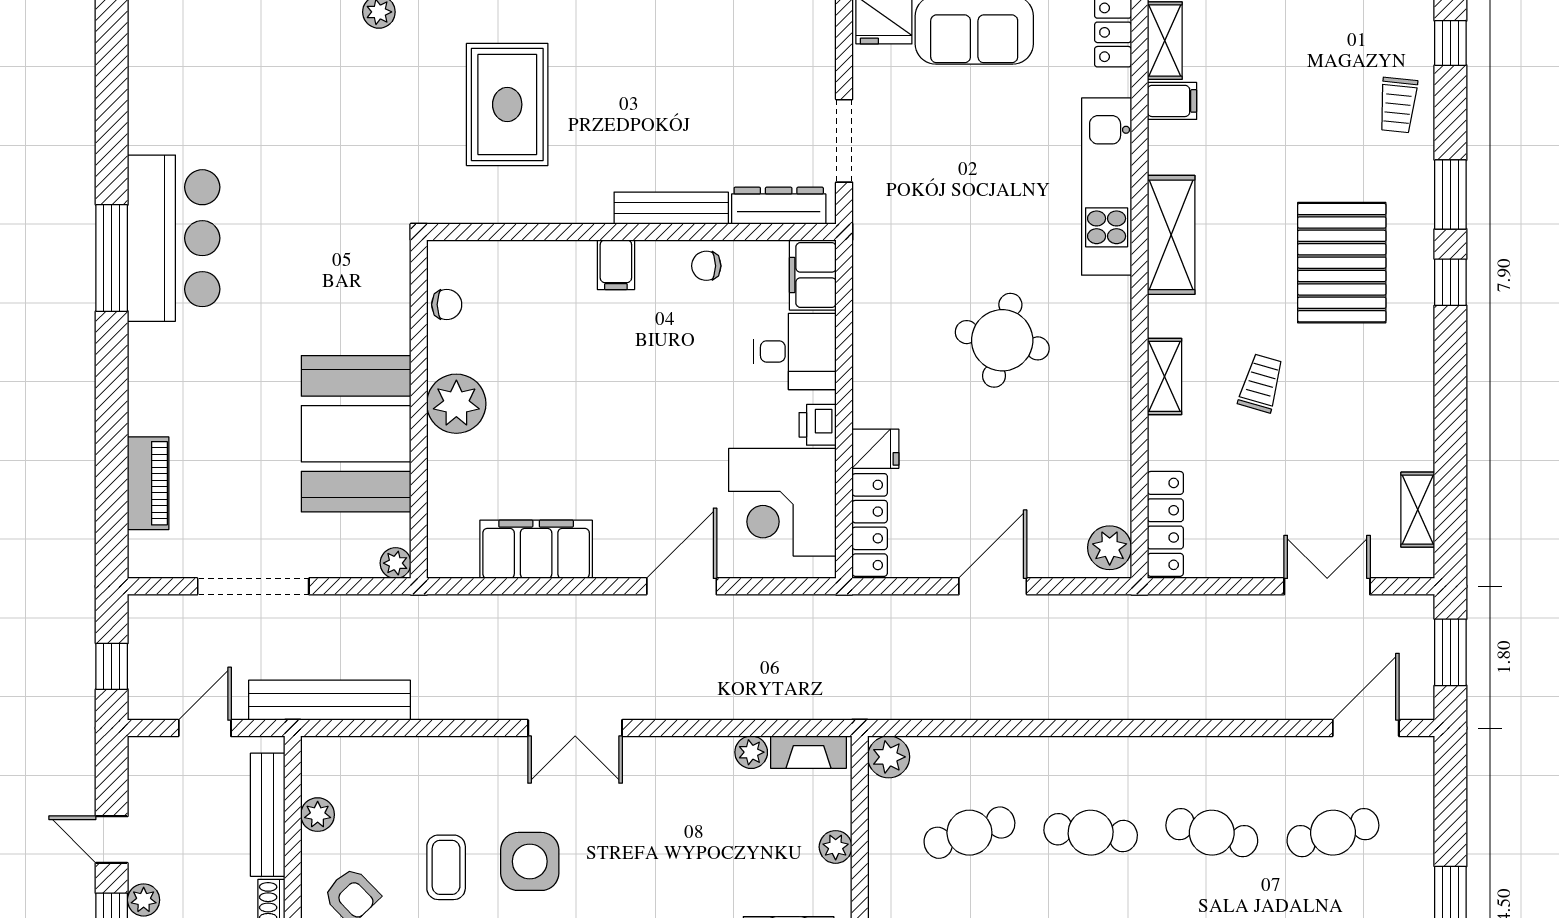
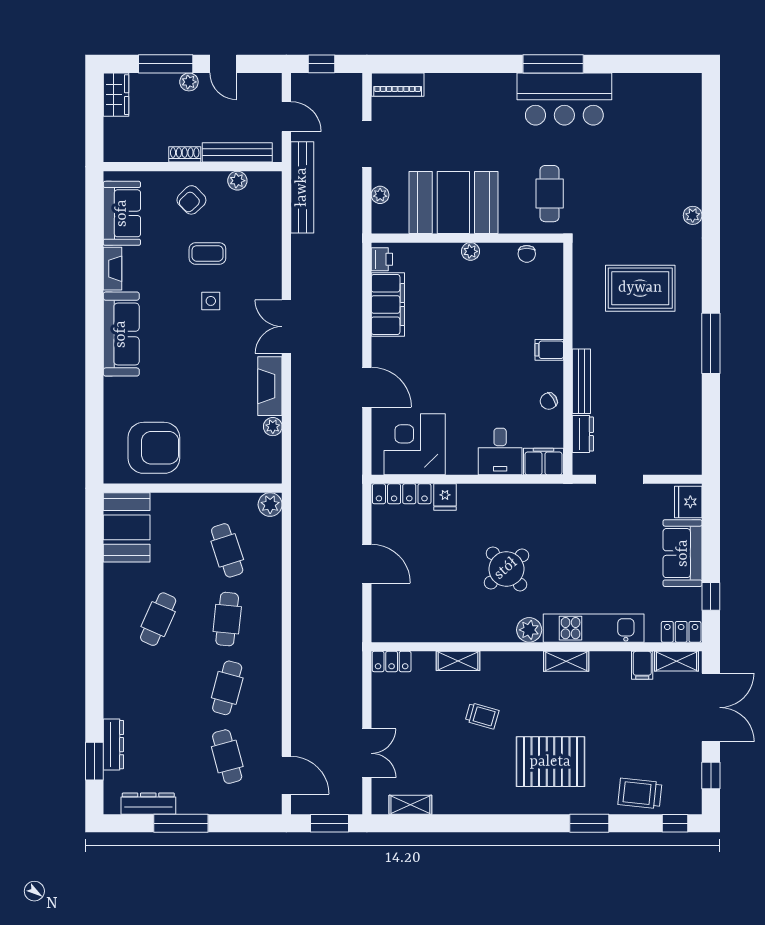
trolley: (1398, 105) -> (640, 793), width x1.36, depth x1.39
dresser: (779, 206) -> (583, 434), width x0.70
shelving: (1171, 235) -> (566, 661), width x0.67, depth x0.75
cafe table: (340, 264) -> (550, 194), added
chair: (706, 266) -> (549, 401), turned -122
window: (1450, 282) -> (539, 823), removed
round table: (1002, 340) -> (506, 569), turned 36
shelving: (1164, 376) -> (458, 661), moved
plant: (456, 404) -> (470, 251), width x0.53, depth x0.53
printer: (818, 425) -> (382, 259), moved, turned 90
piano: (148, 483) -> (398, 85), moved
locker: (1165, 524) -> (392, 662), width x0.66
plant: (1110, 548) -> (529, 630), moved
plant: (396, 563) -> (380, 195), moved
doorway: (253, 586) -> (367, 144), width x0.73
fireplace: (808, 752) -> (270, 386), moved, width x1.37, depth x1.32
door: (112, 840) -> (223, 64), swing flipped
plant: (836, 847) -> (219, 474), removed
side table: (530, 861) -> (211, 301), width x0.54, depth x0.54

